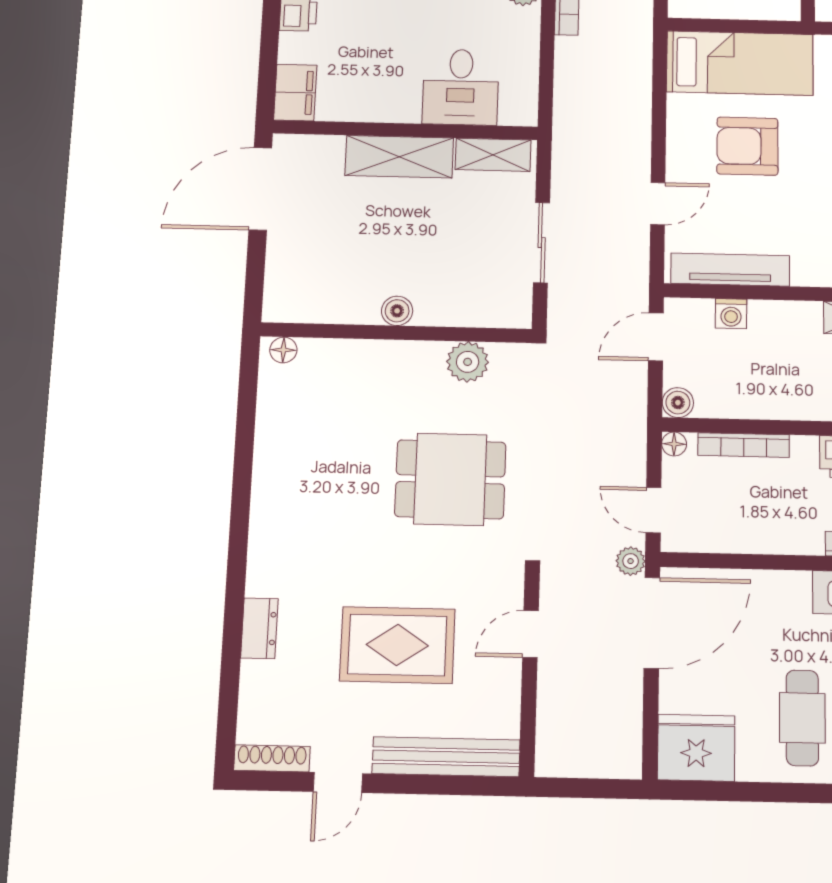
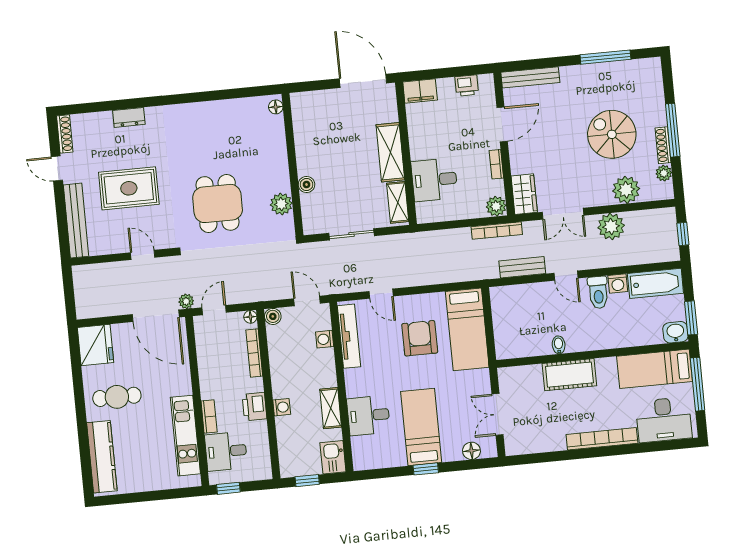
boiler: (397, 311) -> (307, 185), moved
rug: (397, 645) -> (129, 188), turned 90

